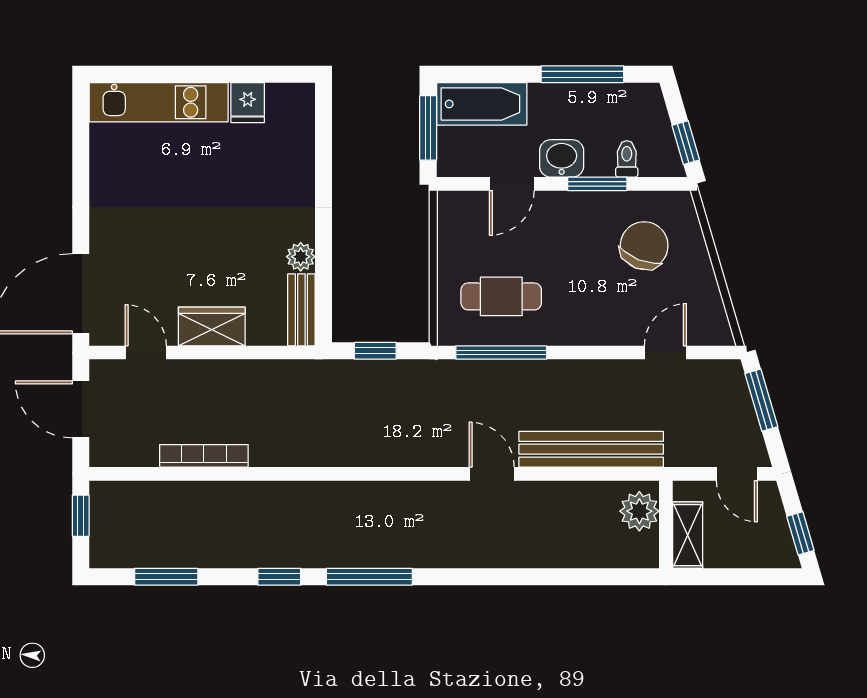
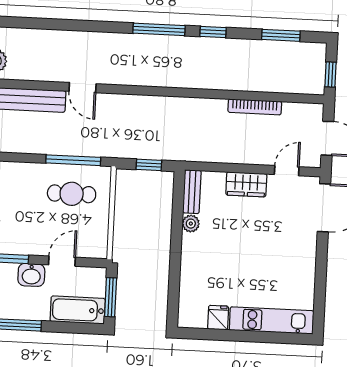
door: (146, 352) -> (287, 171), swing flipped

